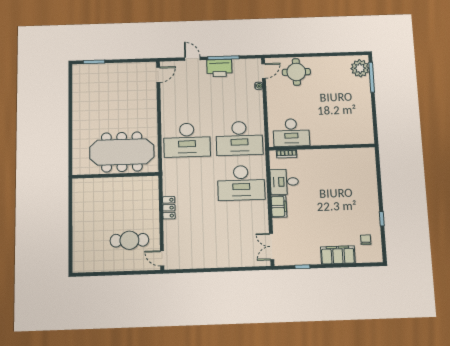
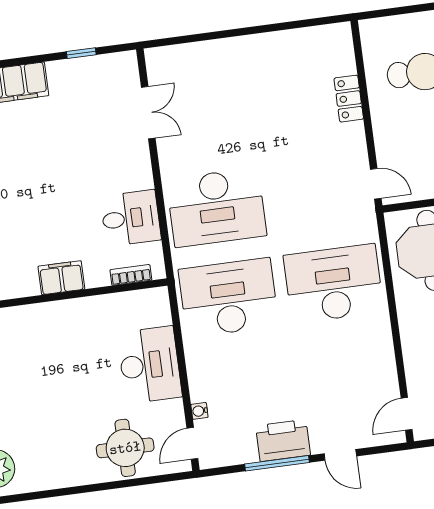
desk: (291, 133) -> (150, 365), moved, turned 90
desk: (241, 183) -> (216, 207), turned 180
filing cabinet: (279, 206) -> (61, 278), moved, turned 90
locker: (169, 208) -> (349, 99), moved
double door: (272, 247) -> (148, 113), moved
door: (162, 258) -> (376, 184), moved

